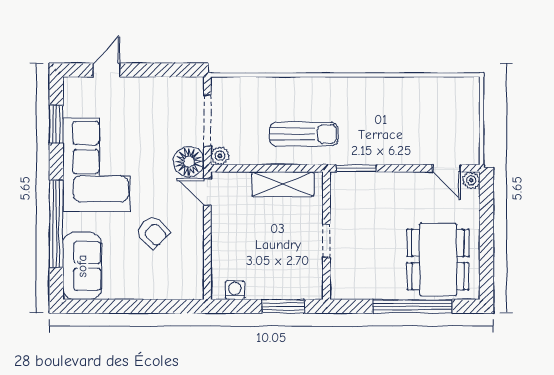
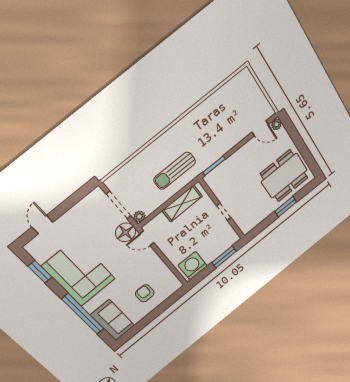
sun lounger: (304, 134) -> (175, 171), turned 180
armchair: (153, 232) -> (145, 293), moved, turned -136
dining table: (438, 260) -> (284, 176), turned 90
washing machine: (235, 290) -> (193, 266), width x1.89, depth x1.89
window: (412, 306) -> (286, 207), width x0.47

